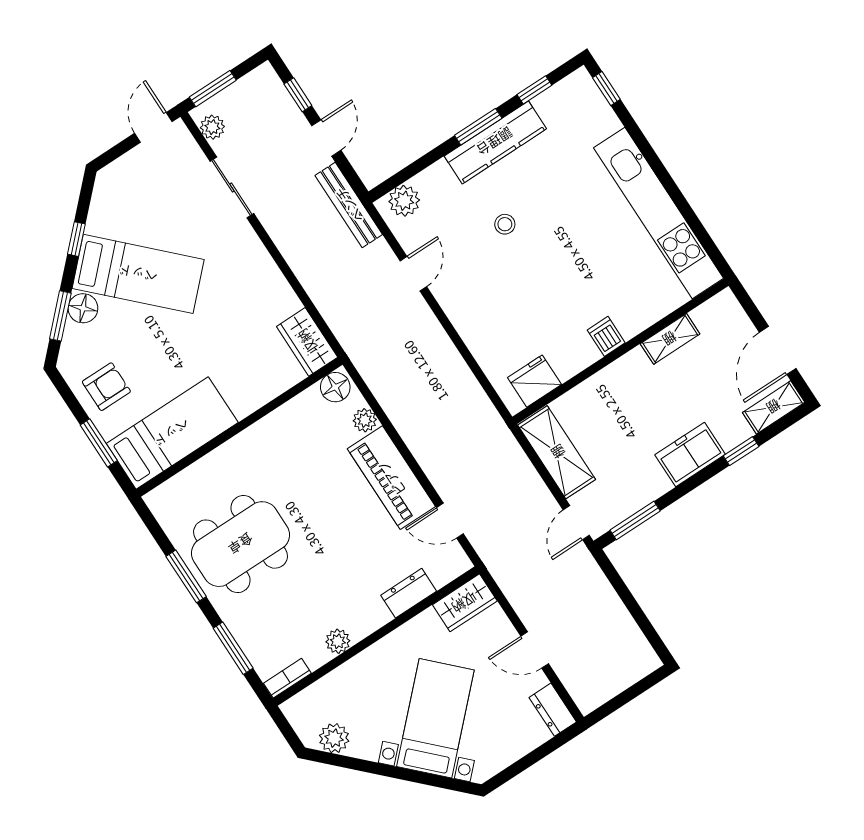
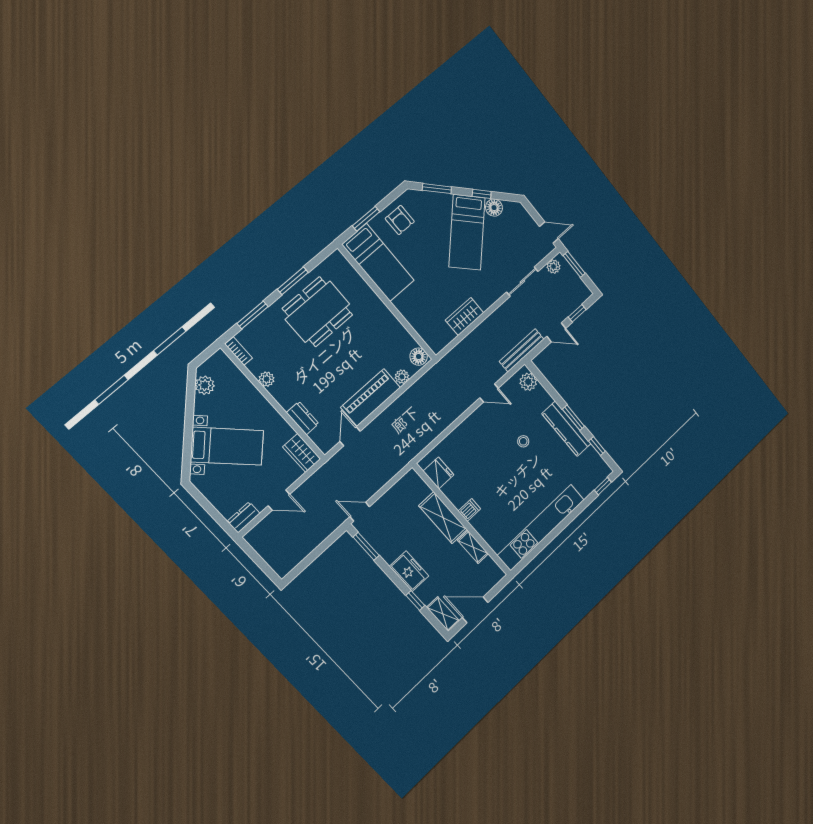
floor lamp: (83, 308) -> (494, 208), moved
wardrobe: (307, 342) -> (465, 317), moved
shelving: (557, 452) -> (443, 518), moved, turned 90
dining table: (241, 544) -> (318, 312), turned 90
door: (535, 650) -> (279, 500), swing flipped

